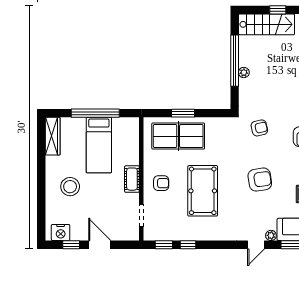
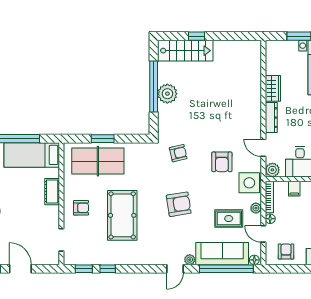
plant: (244, 72) -> (167, 94), width x1.88, depth x1.88
bed: (99, 145) -> (32, 155), moved, turned 90
cot: (132, 179) -> (52, 192), moved

